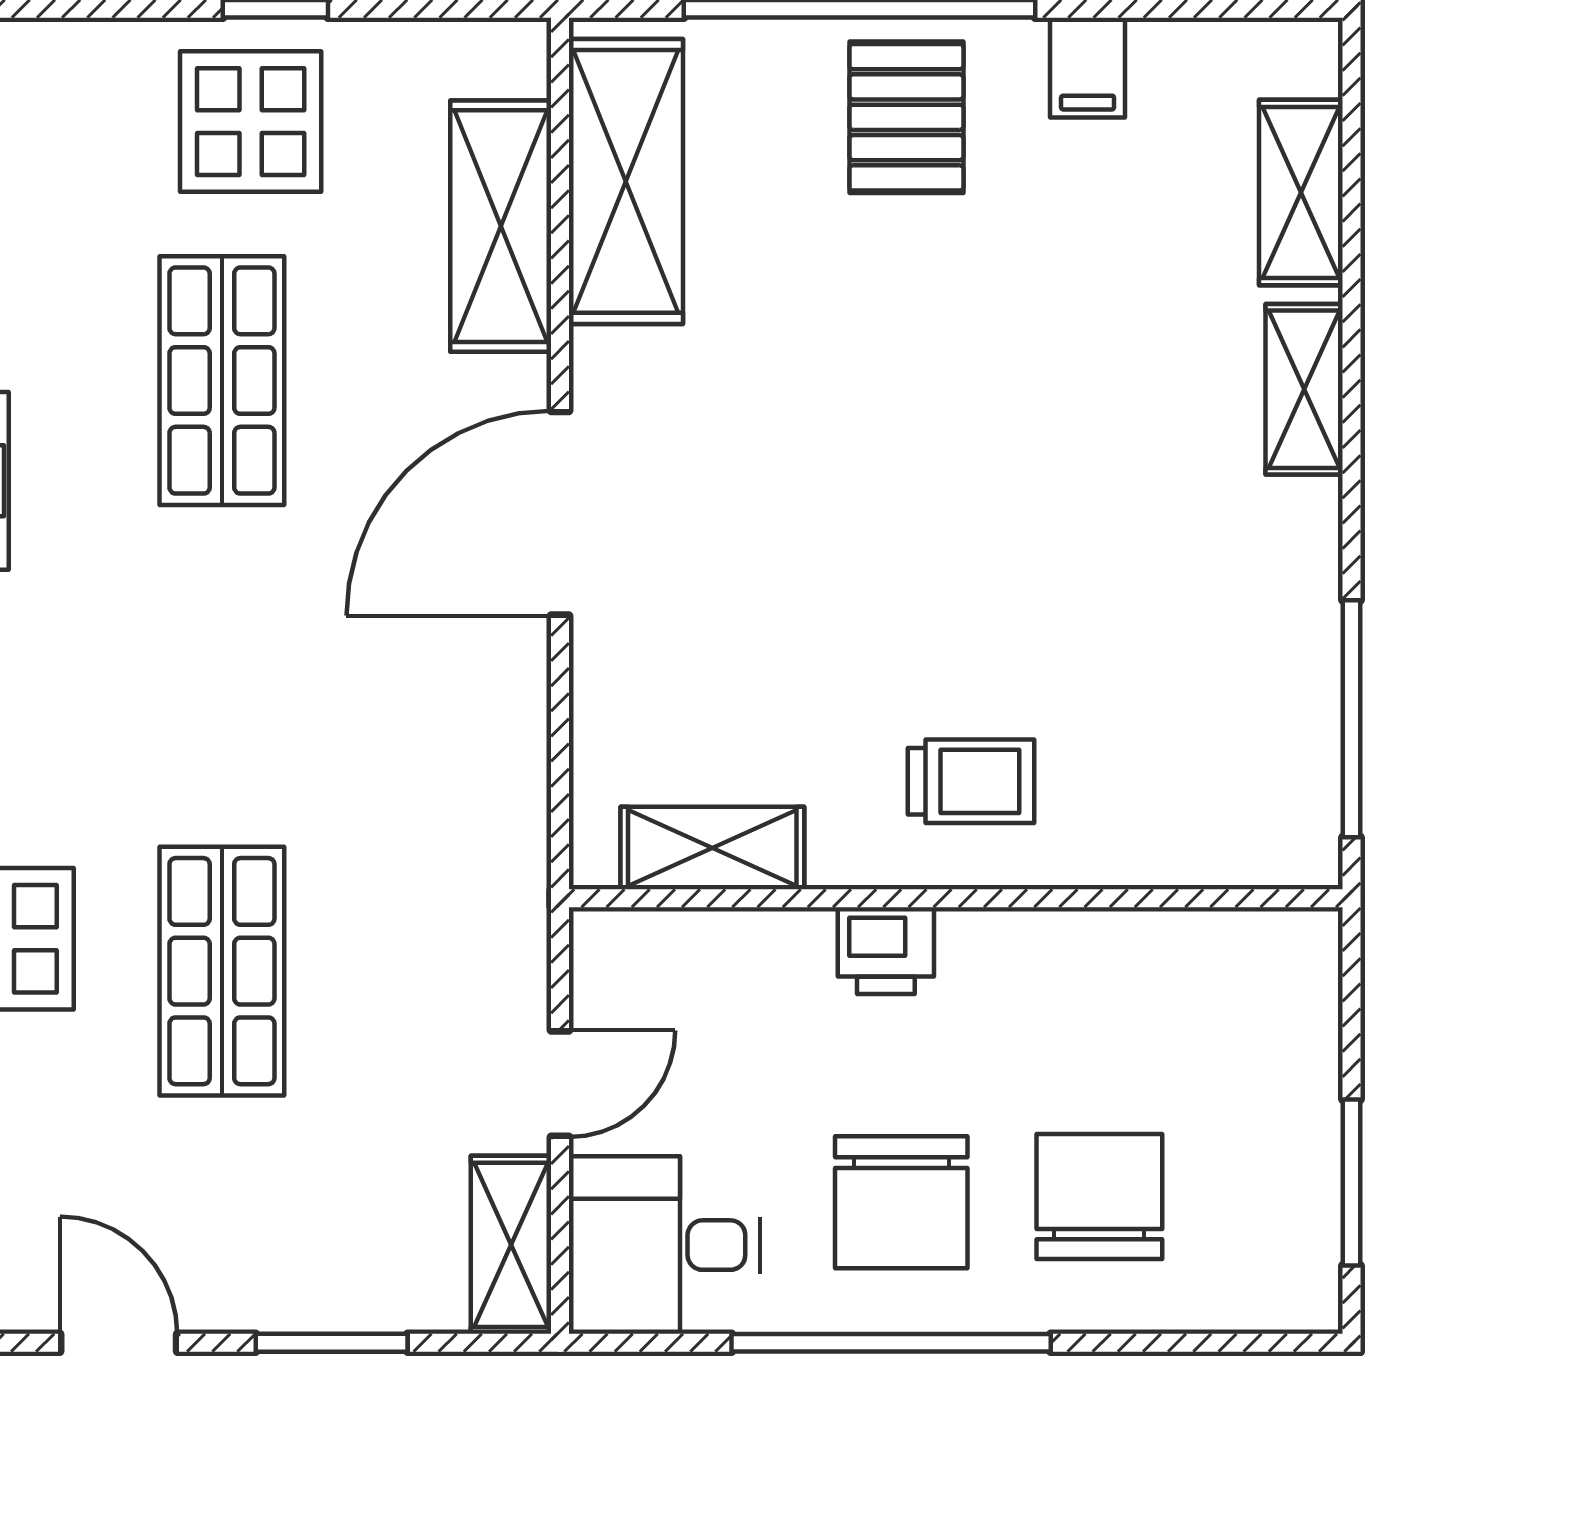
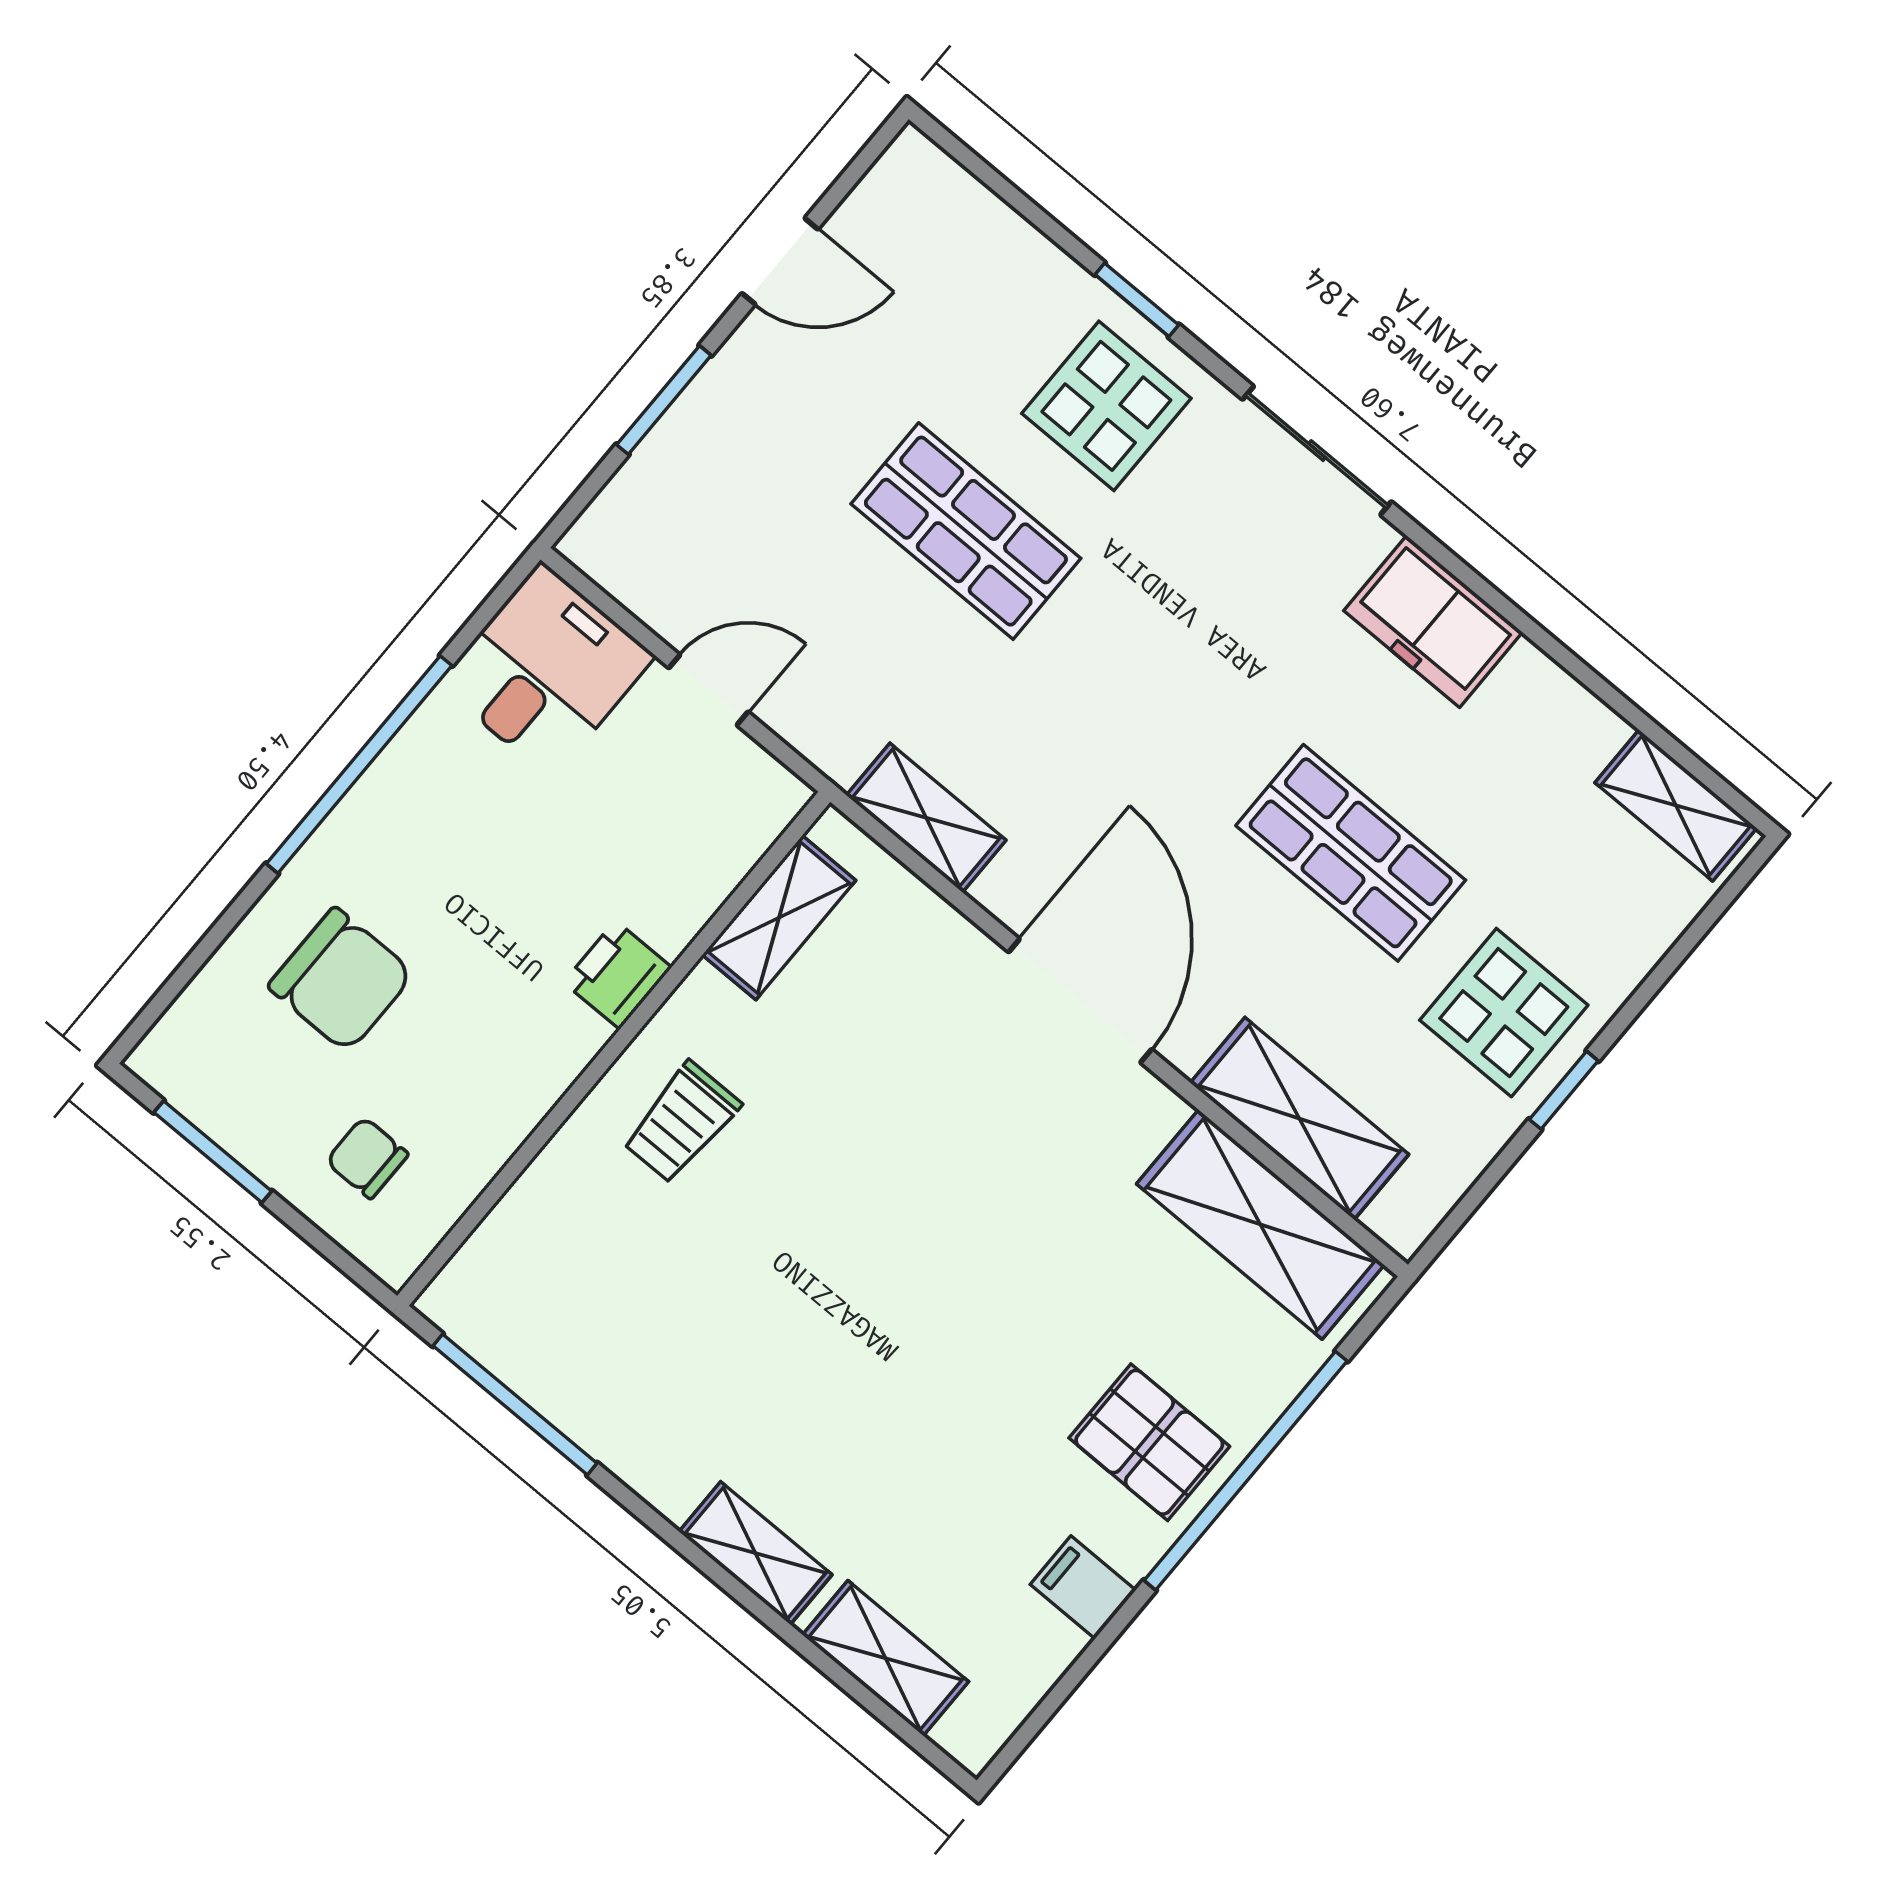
door: (560, 1084) -> (708, 690), swing flipped
chair: (901, 1202) -> (367, 1158), moved, width x0.54, depth x0.54
shelving: (511, 1245) -> (926, 818), moved

